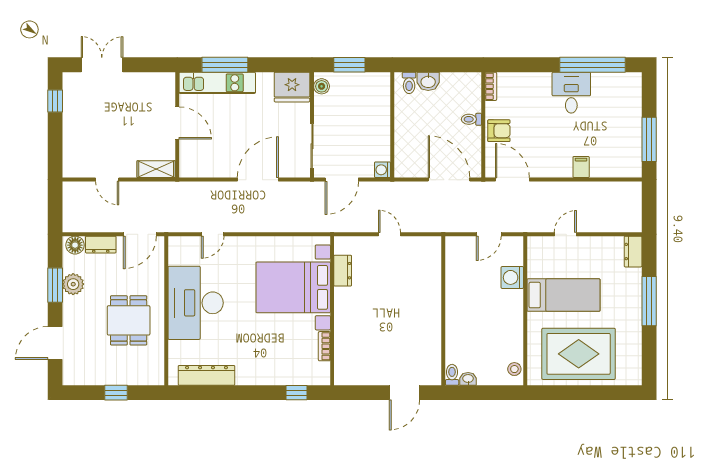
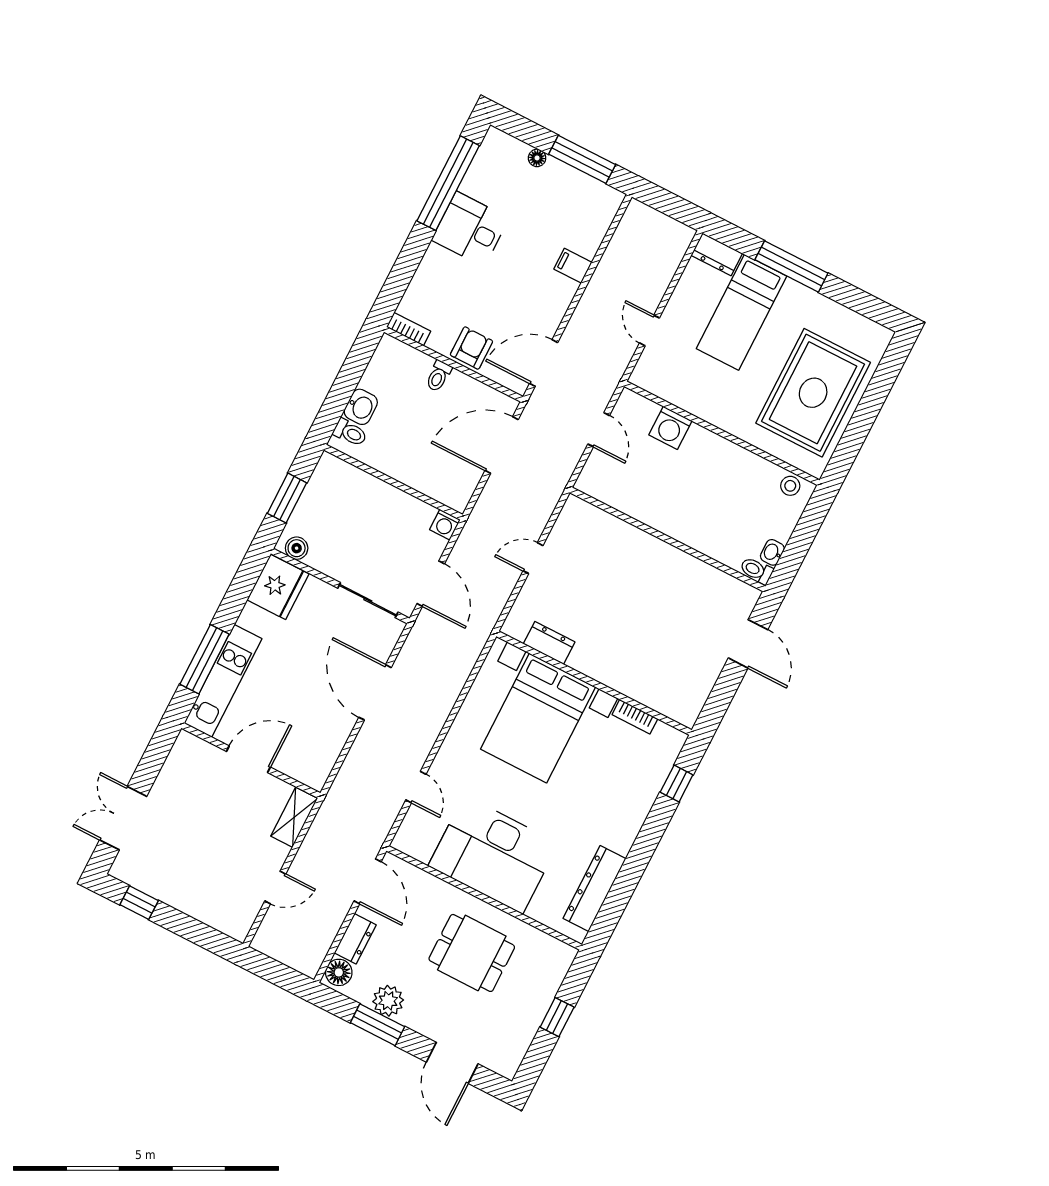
floor lamp: (636, 111) -> (537, 158), added
bed: (563, 295) -> (742, 312), moved, turned 180

